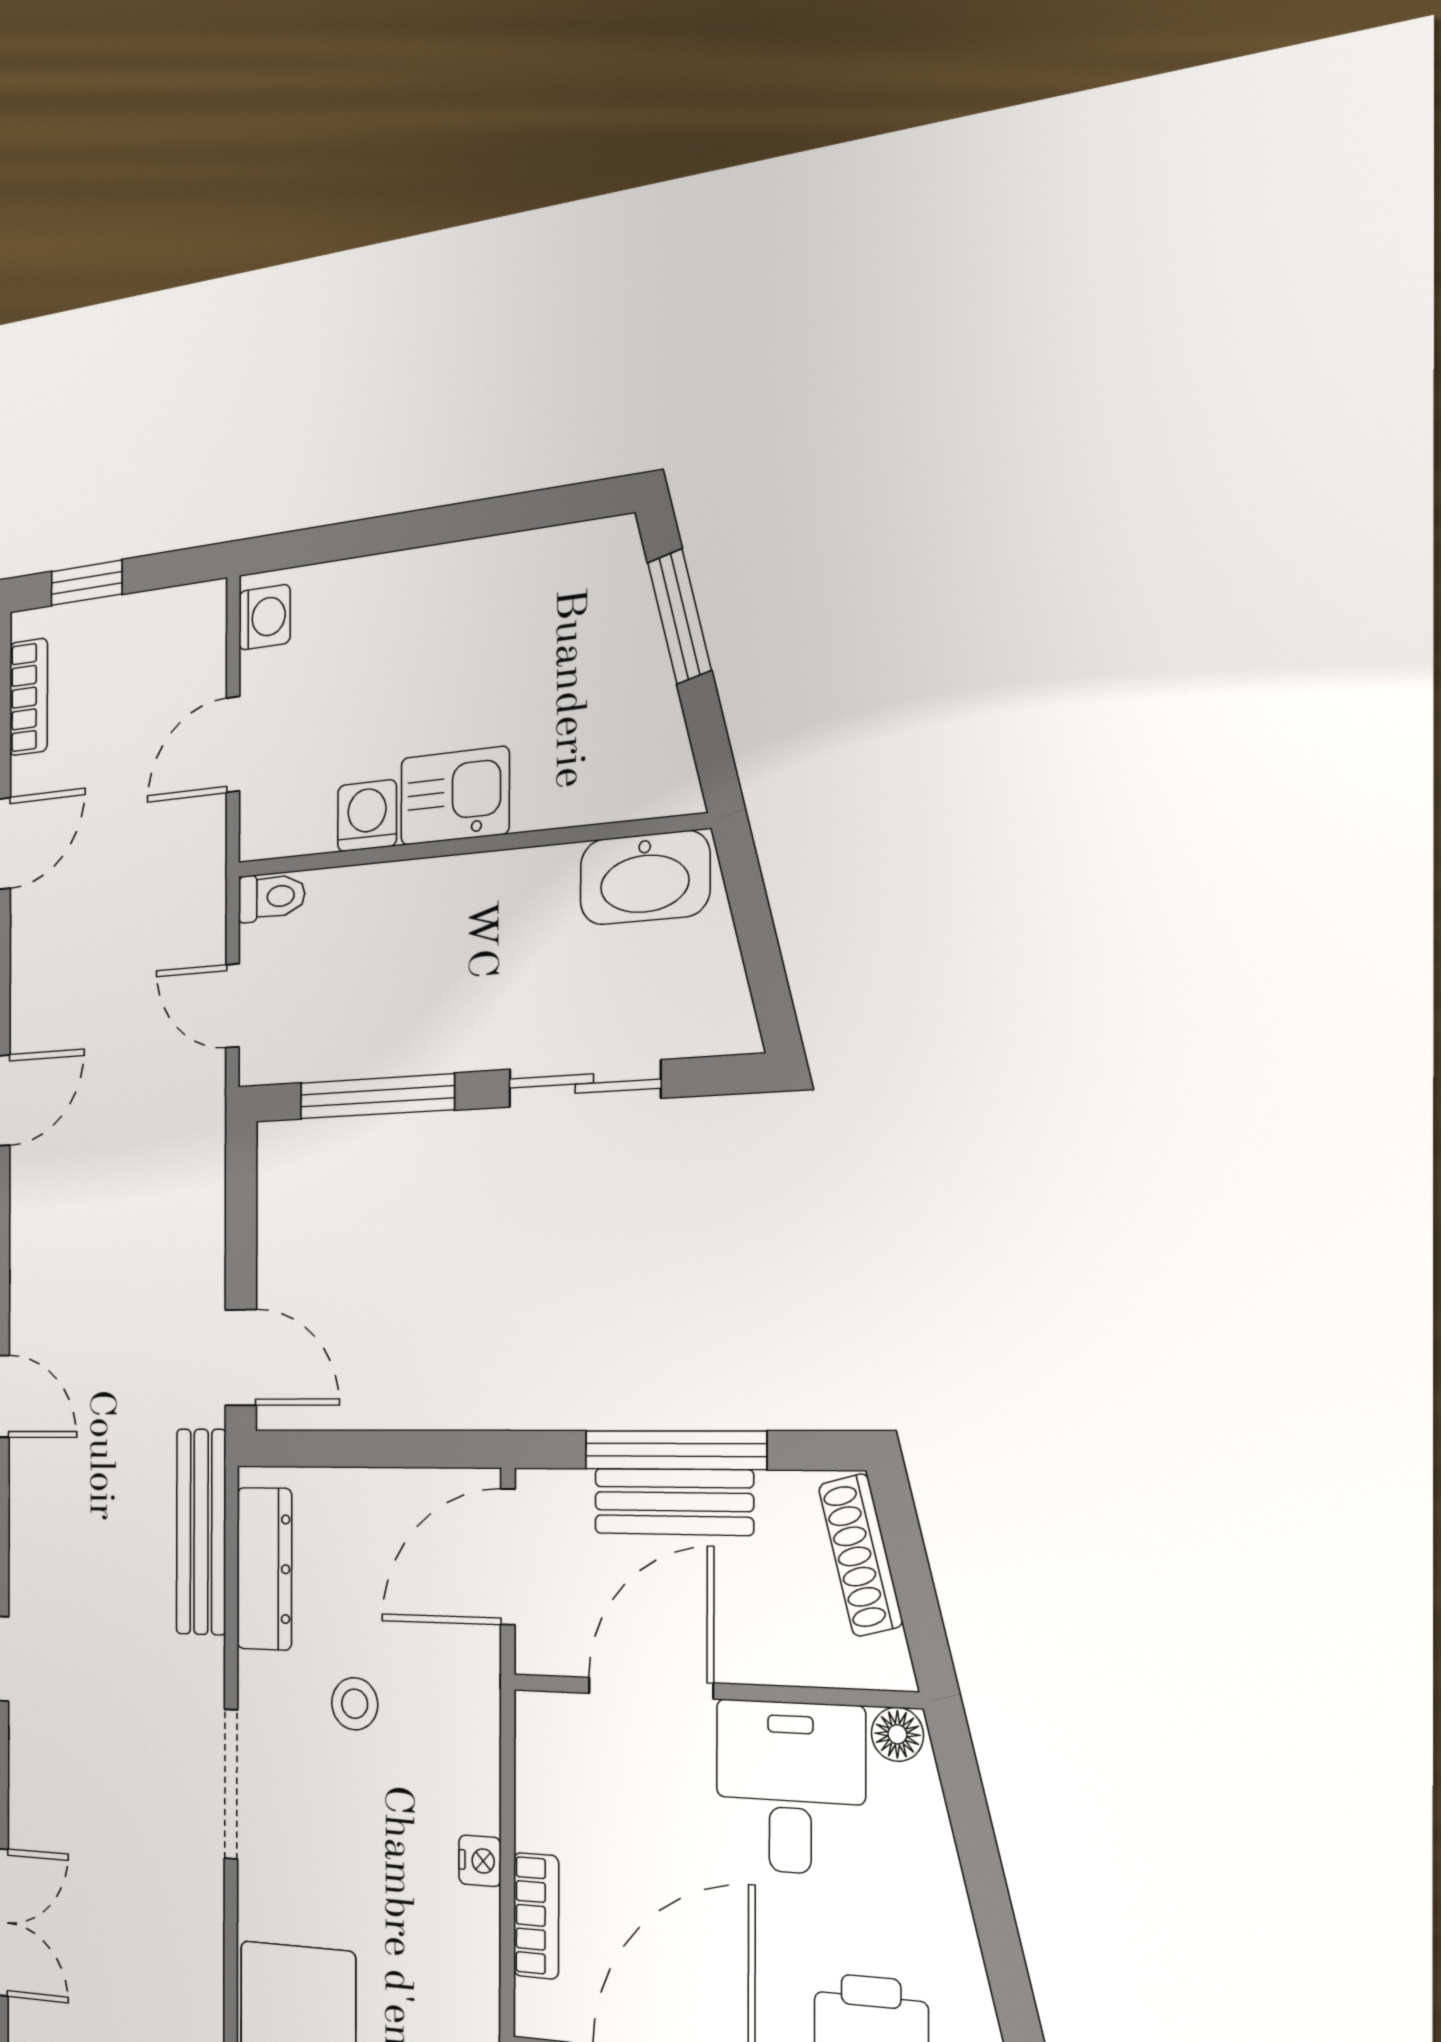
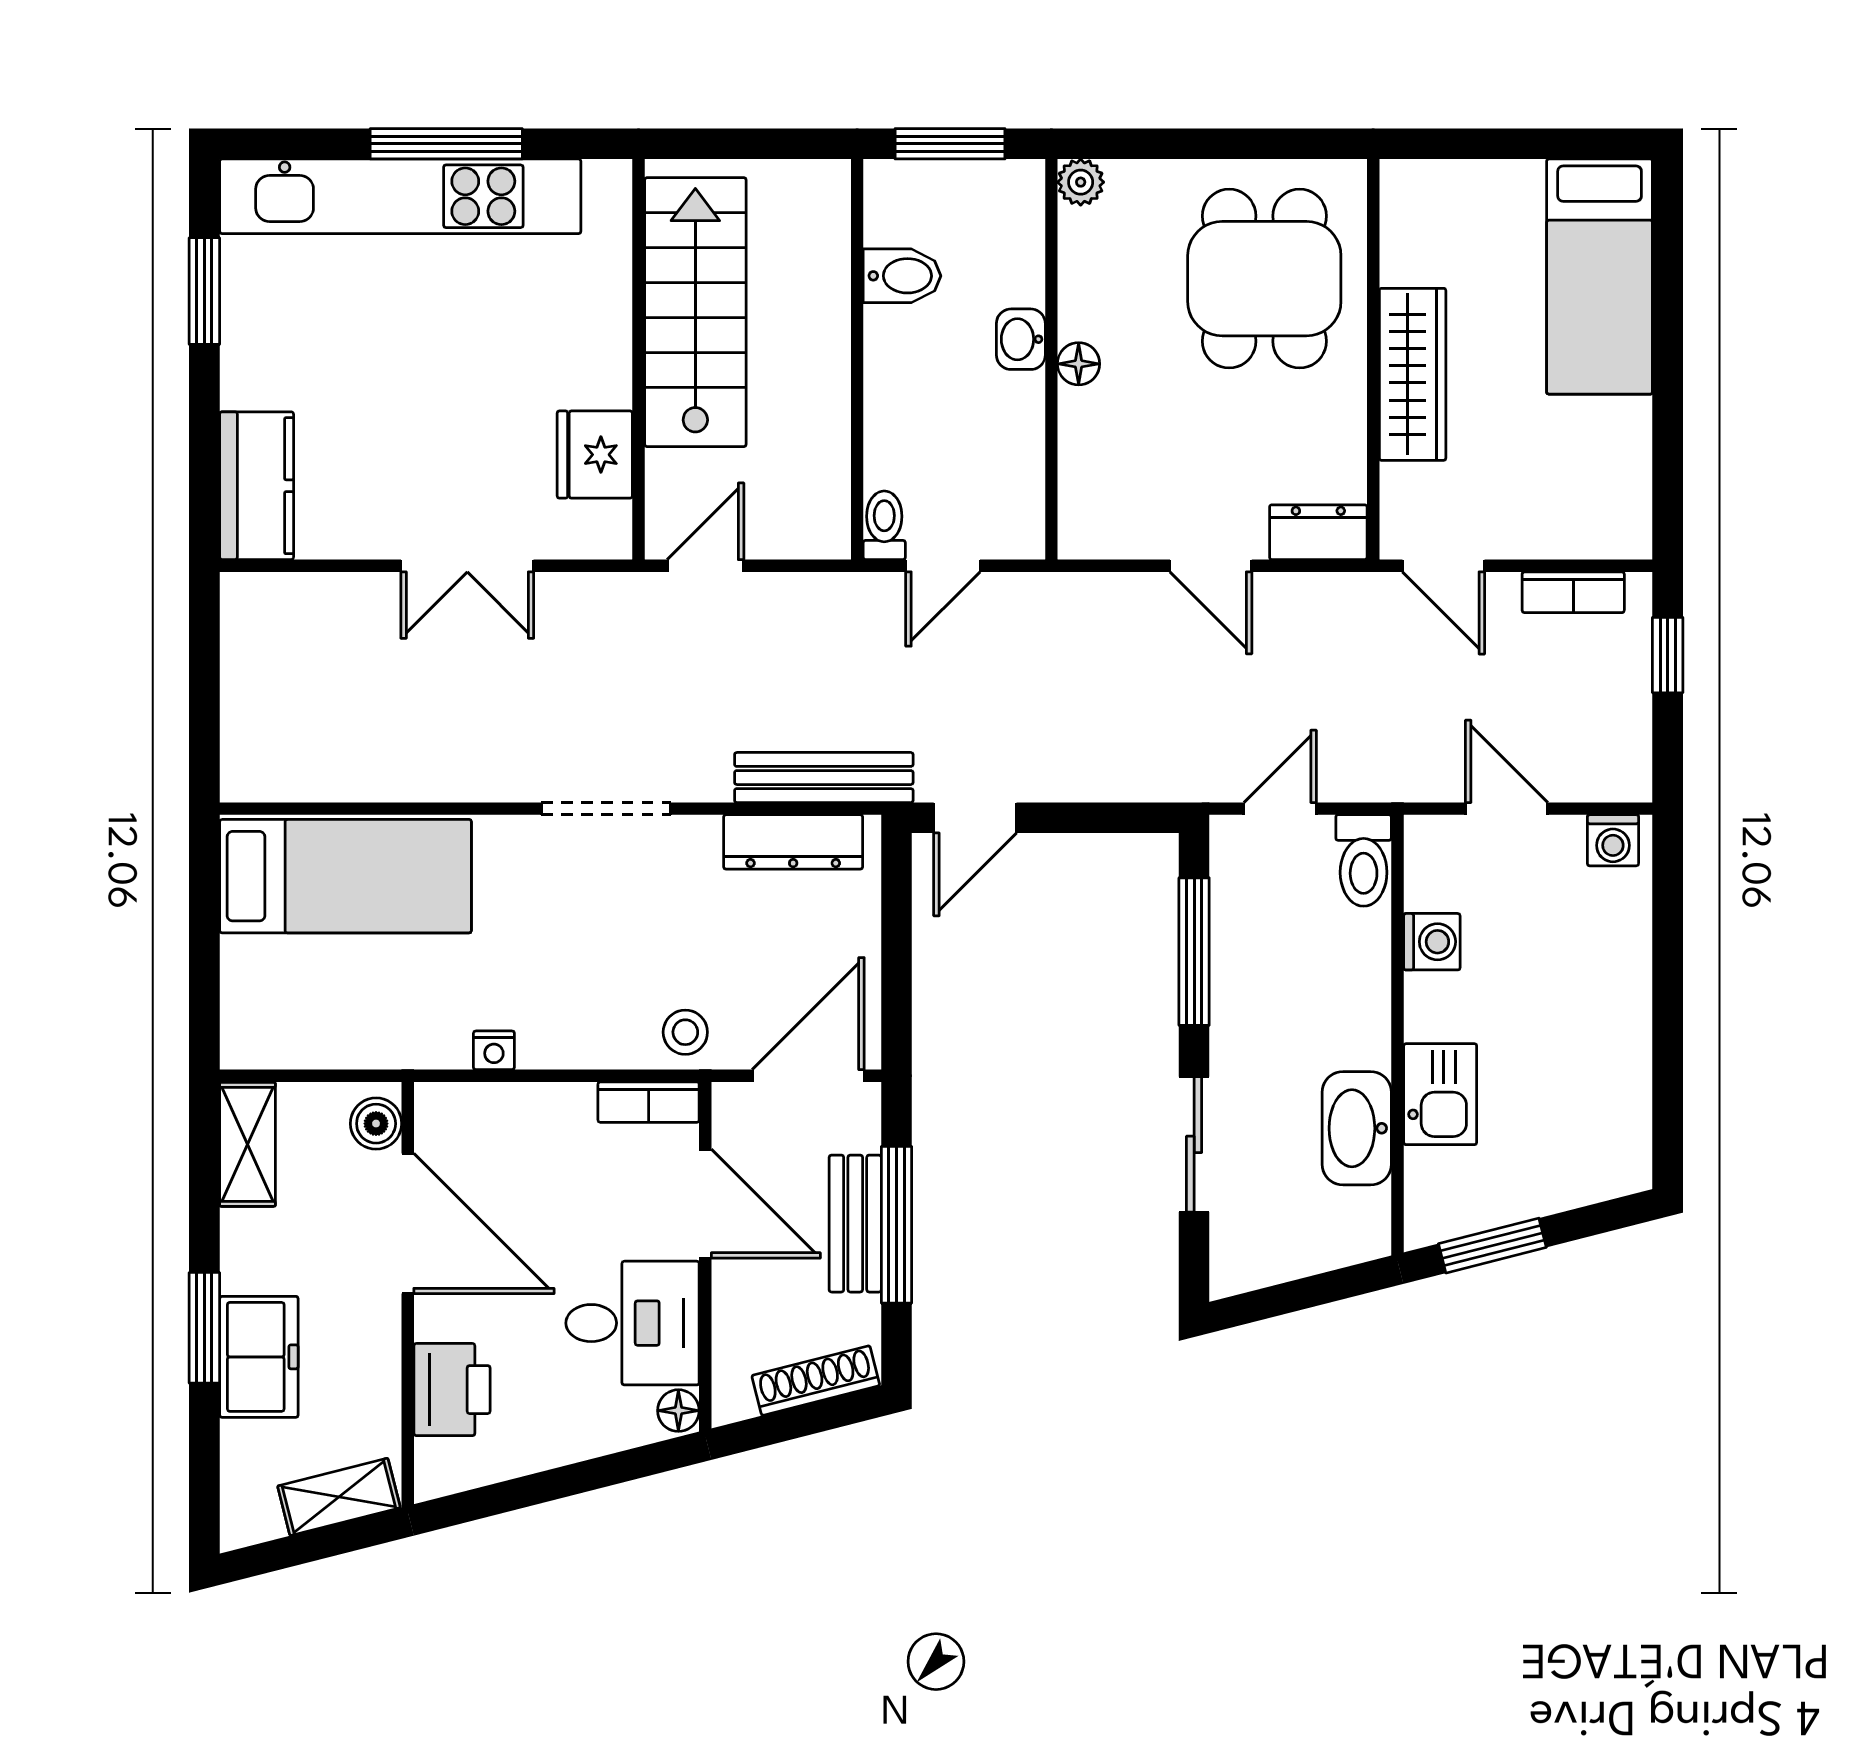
window: (679, 616) -> (1492, 1246), moved
kitchen sink: (455, 796) -> (1440, 1094), moved
washbasin: (645, 878) -> (1357, 1128), moved
toilet: (271, 897) -> (1364, 860), width x1.37, depth x1.39
door: (508, 1557) -> (808, 1076), hinge flipped
stool: (355, 1704) -> (685, 1032), moved
nightstand: (480, 1861) -> (494, 1050), moved
bookcase: (536, 1916) -> (649, 1102), moved

